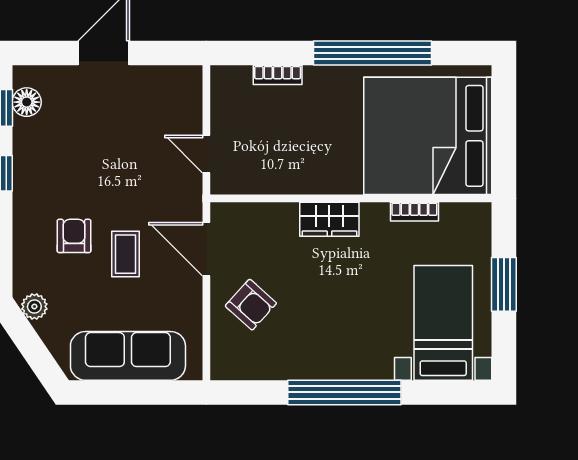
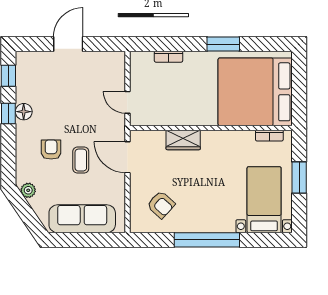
window: (373, 53) -> (223, 44), width x0.47
floor lamp: (27, 102) -> (24, 112), moved
bookcase: (414, 212) -> (269, 136), moved
wardrobe: (329, 219) -> (183, 140), moved
armchair: (251, 305) -> (161, 205), moved

